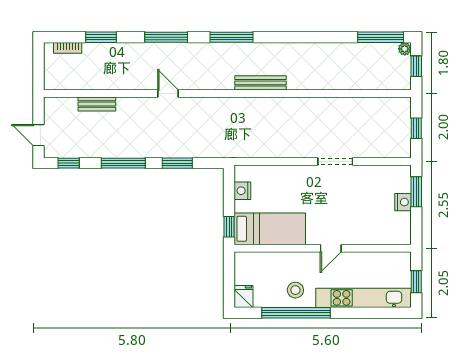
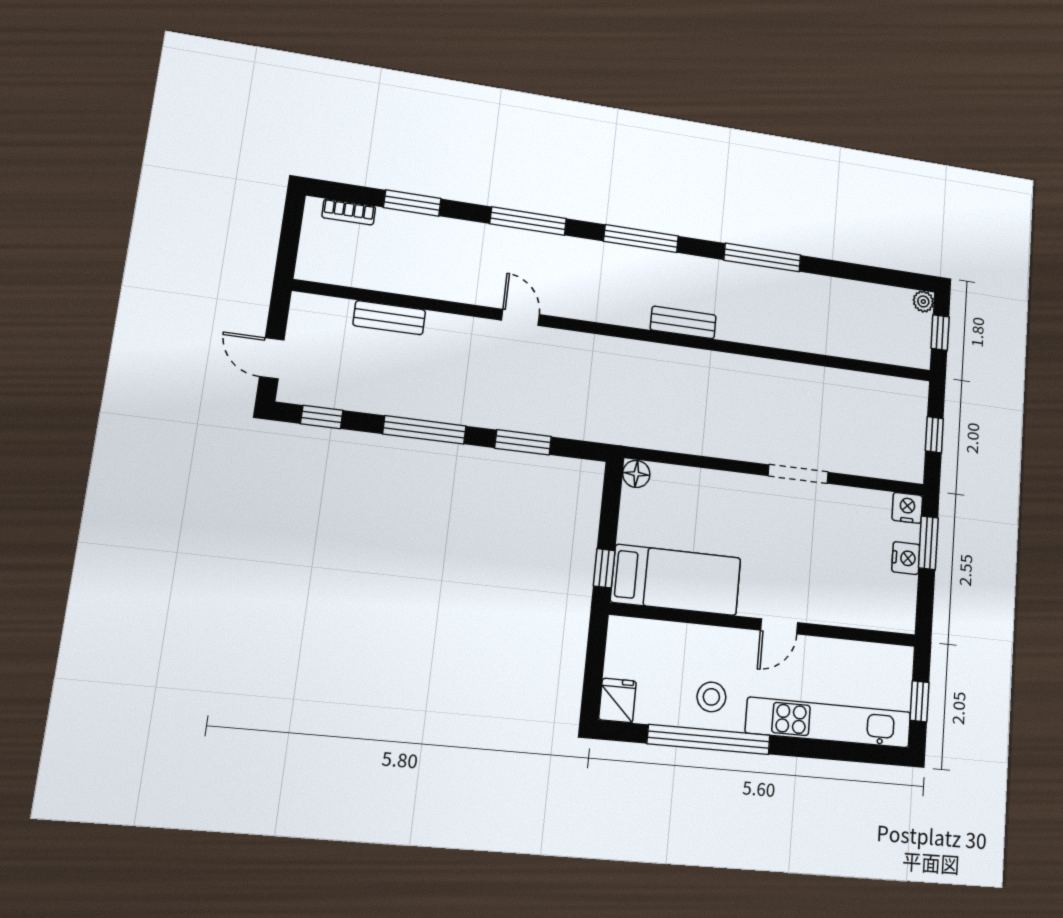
window: (381, 37) -> (762, 258), moved
bench: (261, 83) -> (683, 322), width x0.73
floor lamp: (242, 173) -> (636, 474), added
nightstand: (242, 191) -> (907, 508), moved, turned 90

